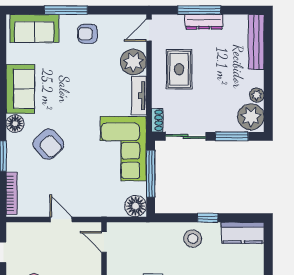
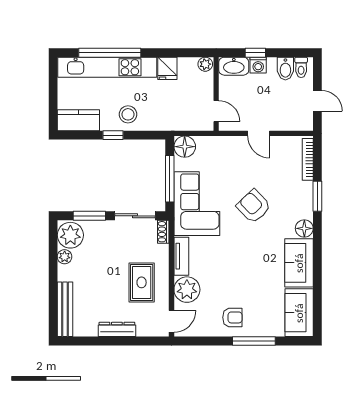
window: (199, 10) -> (122, 341), removed
sofa: (34, 28) -> (299, 313), moved, turned -90
armchair: (48, 144) -> (254, 206), moved

